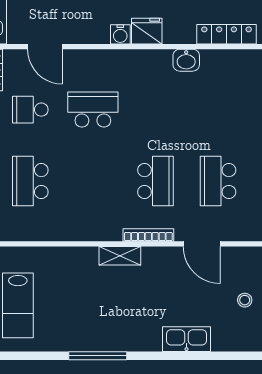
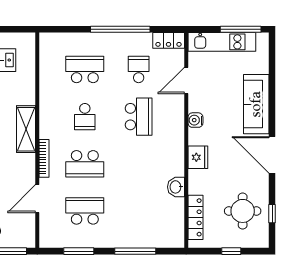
water cooler: (120, 34) -> (195, 120), moved
school desk: (93, 181) -> (85, 117), added
shelving: (120, 256) -> (26, 129), width x1.50, depth x1.33

